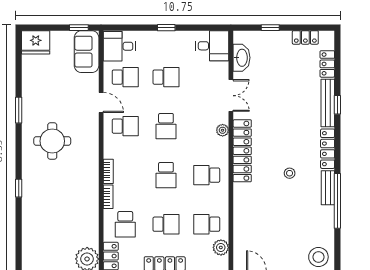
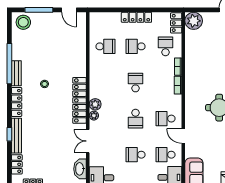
school desk: (166, 126) -> (135, 119), turned 180
school desk: (207, 175) -> (106, 82), removed
plant: (221, 247) -> (95, 104), moved

